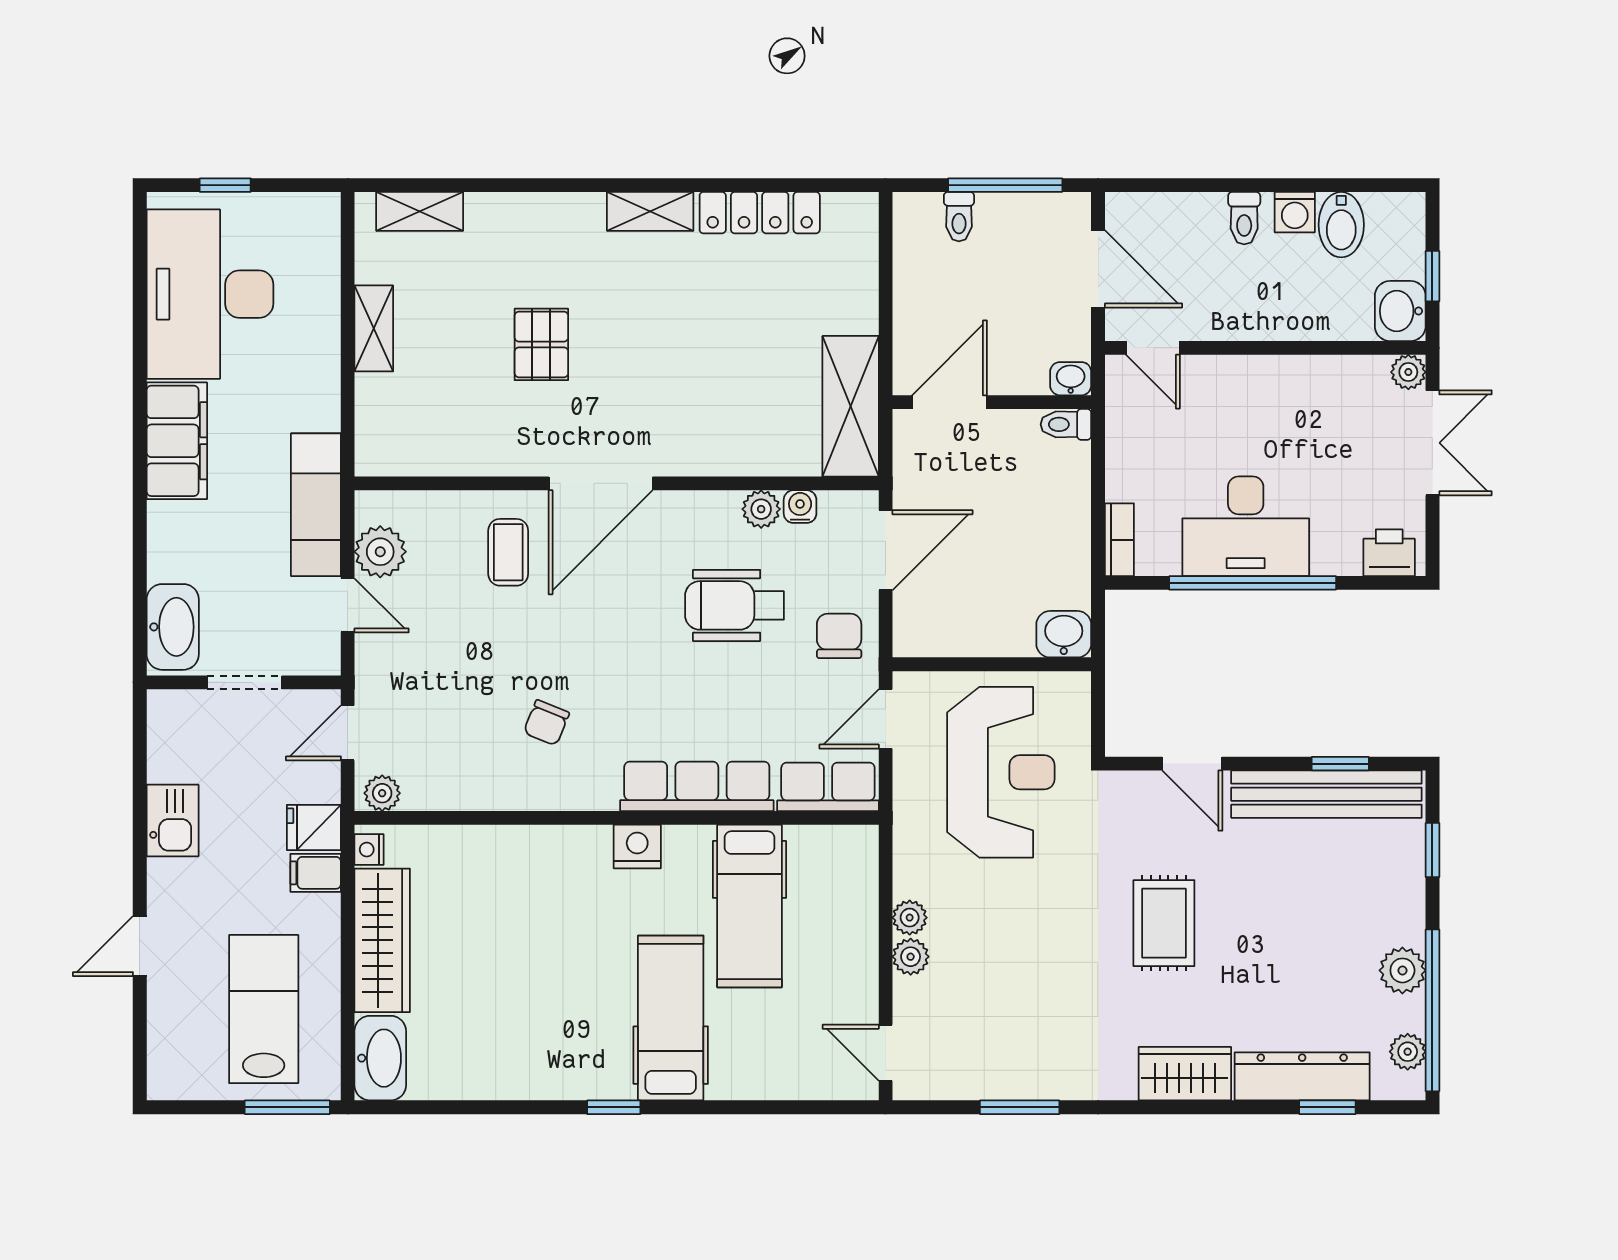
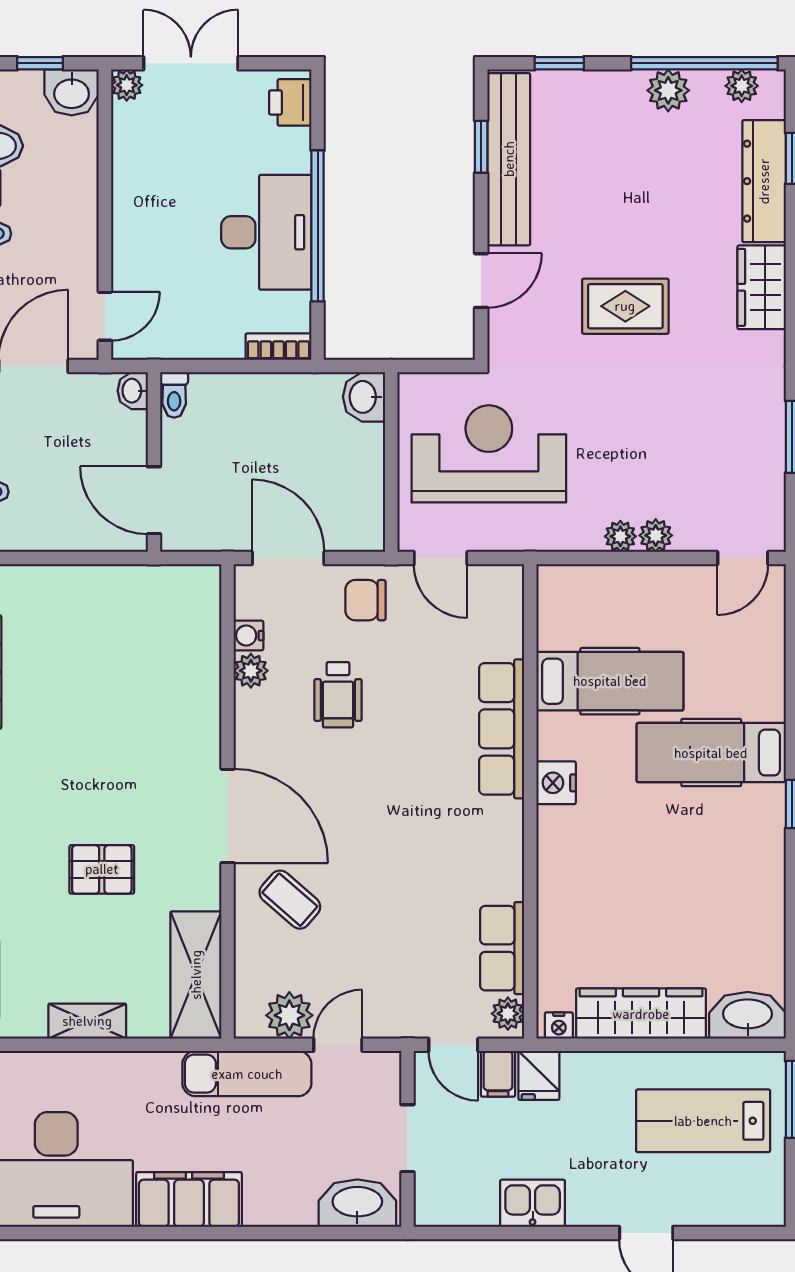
shelving: (851, 406) -> (196, 975), moved, turned 90
coffee table: (508, 552) -> (290, 900), turned 41
wheelchair: (734, 605) -> (338, 695), width x0.73, depth x0.73
chair: (546, 723) -> (444, 865), removed
row of seats: (828, 787) -> (502, 948), moved
filing cabinet: (316, 873) -> (498, 1074), moved

